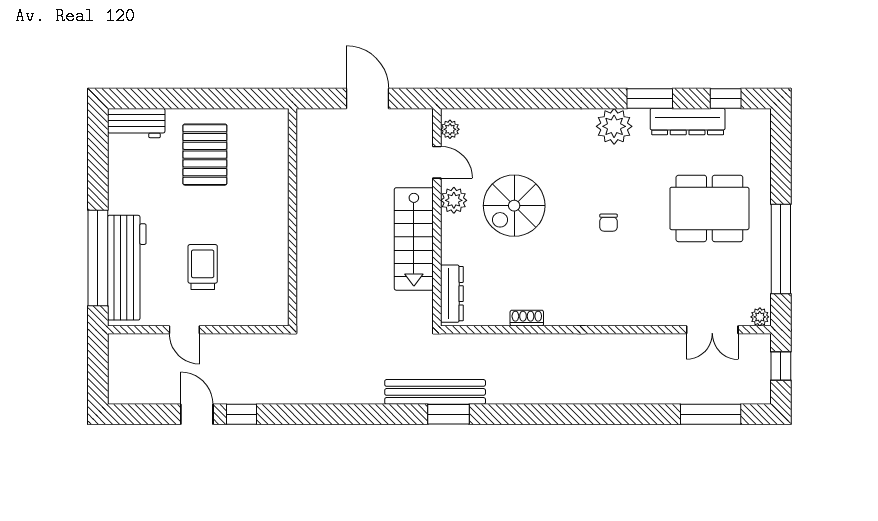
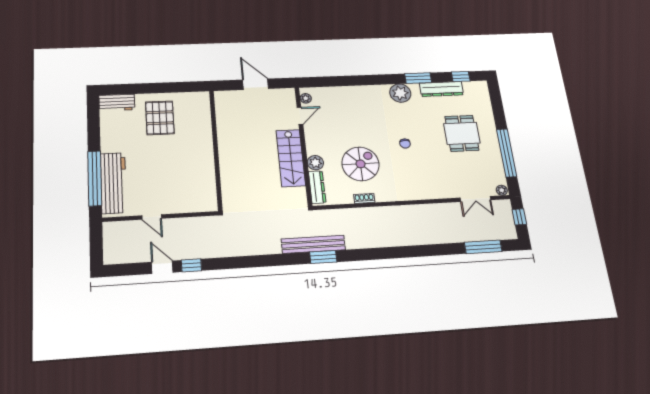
door: (437, 162) -> (300, 116), hinge flipped
plant: (454, 200) -> (315, 163), moved
spiral stairs: (514, 206) -> (361, 164), moved, turned 180
dining table: (709, 208) -> (462, 133), width x0.73
trolley: (203, 267) -> (162, 180), removed

